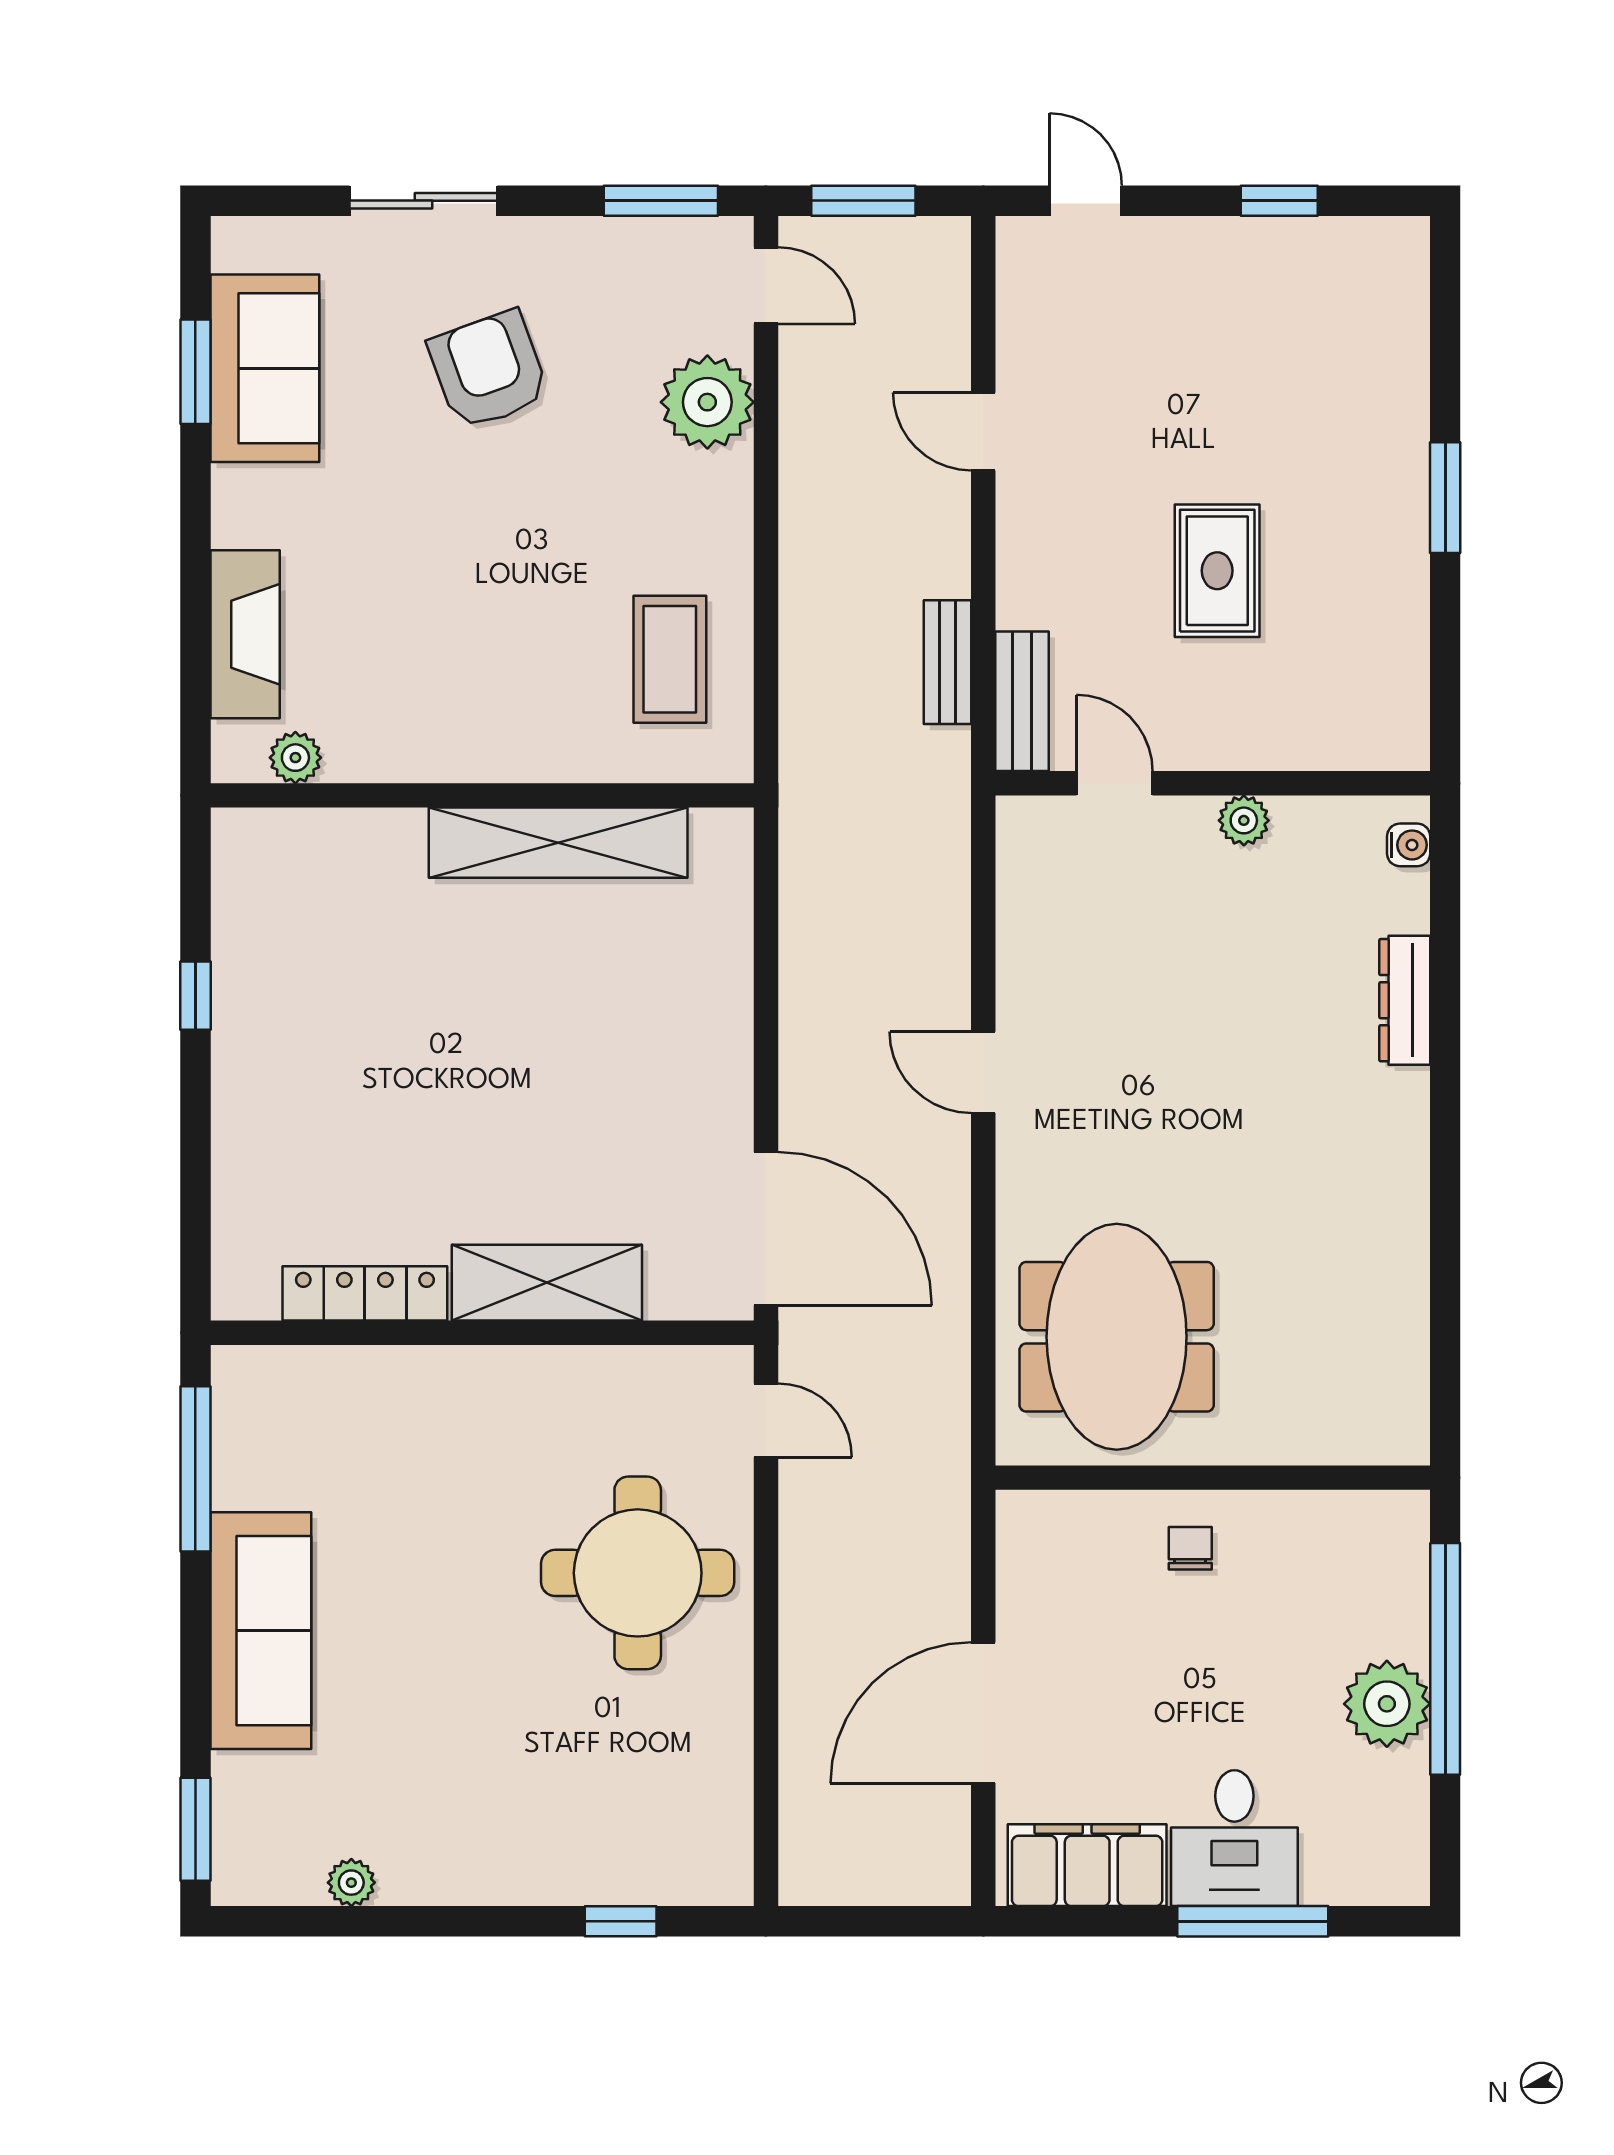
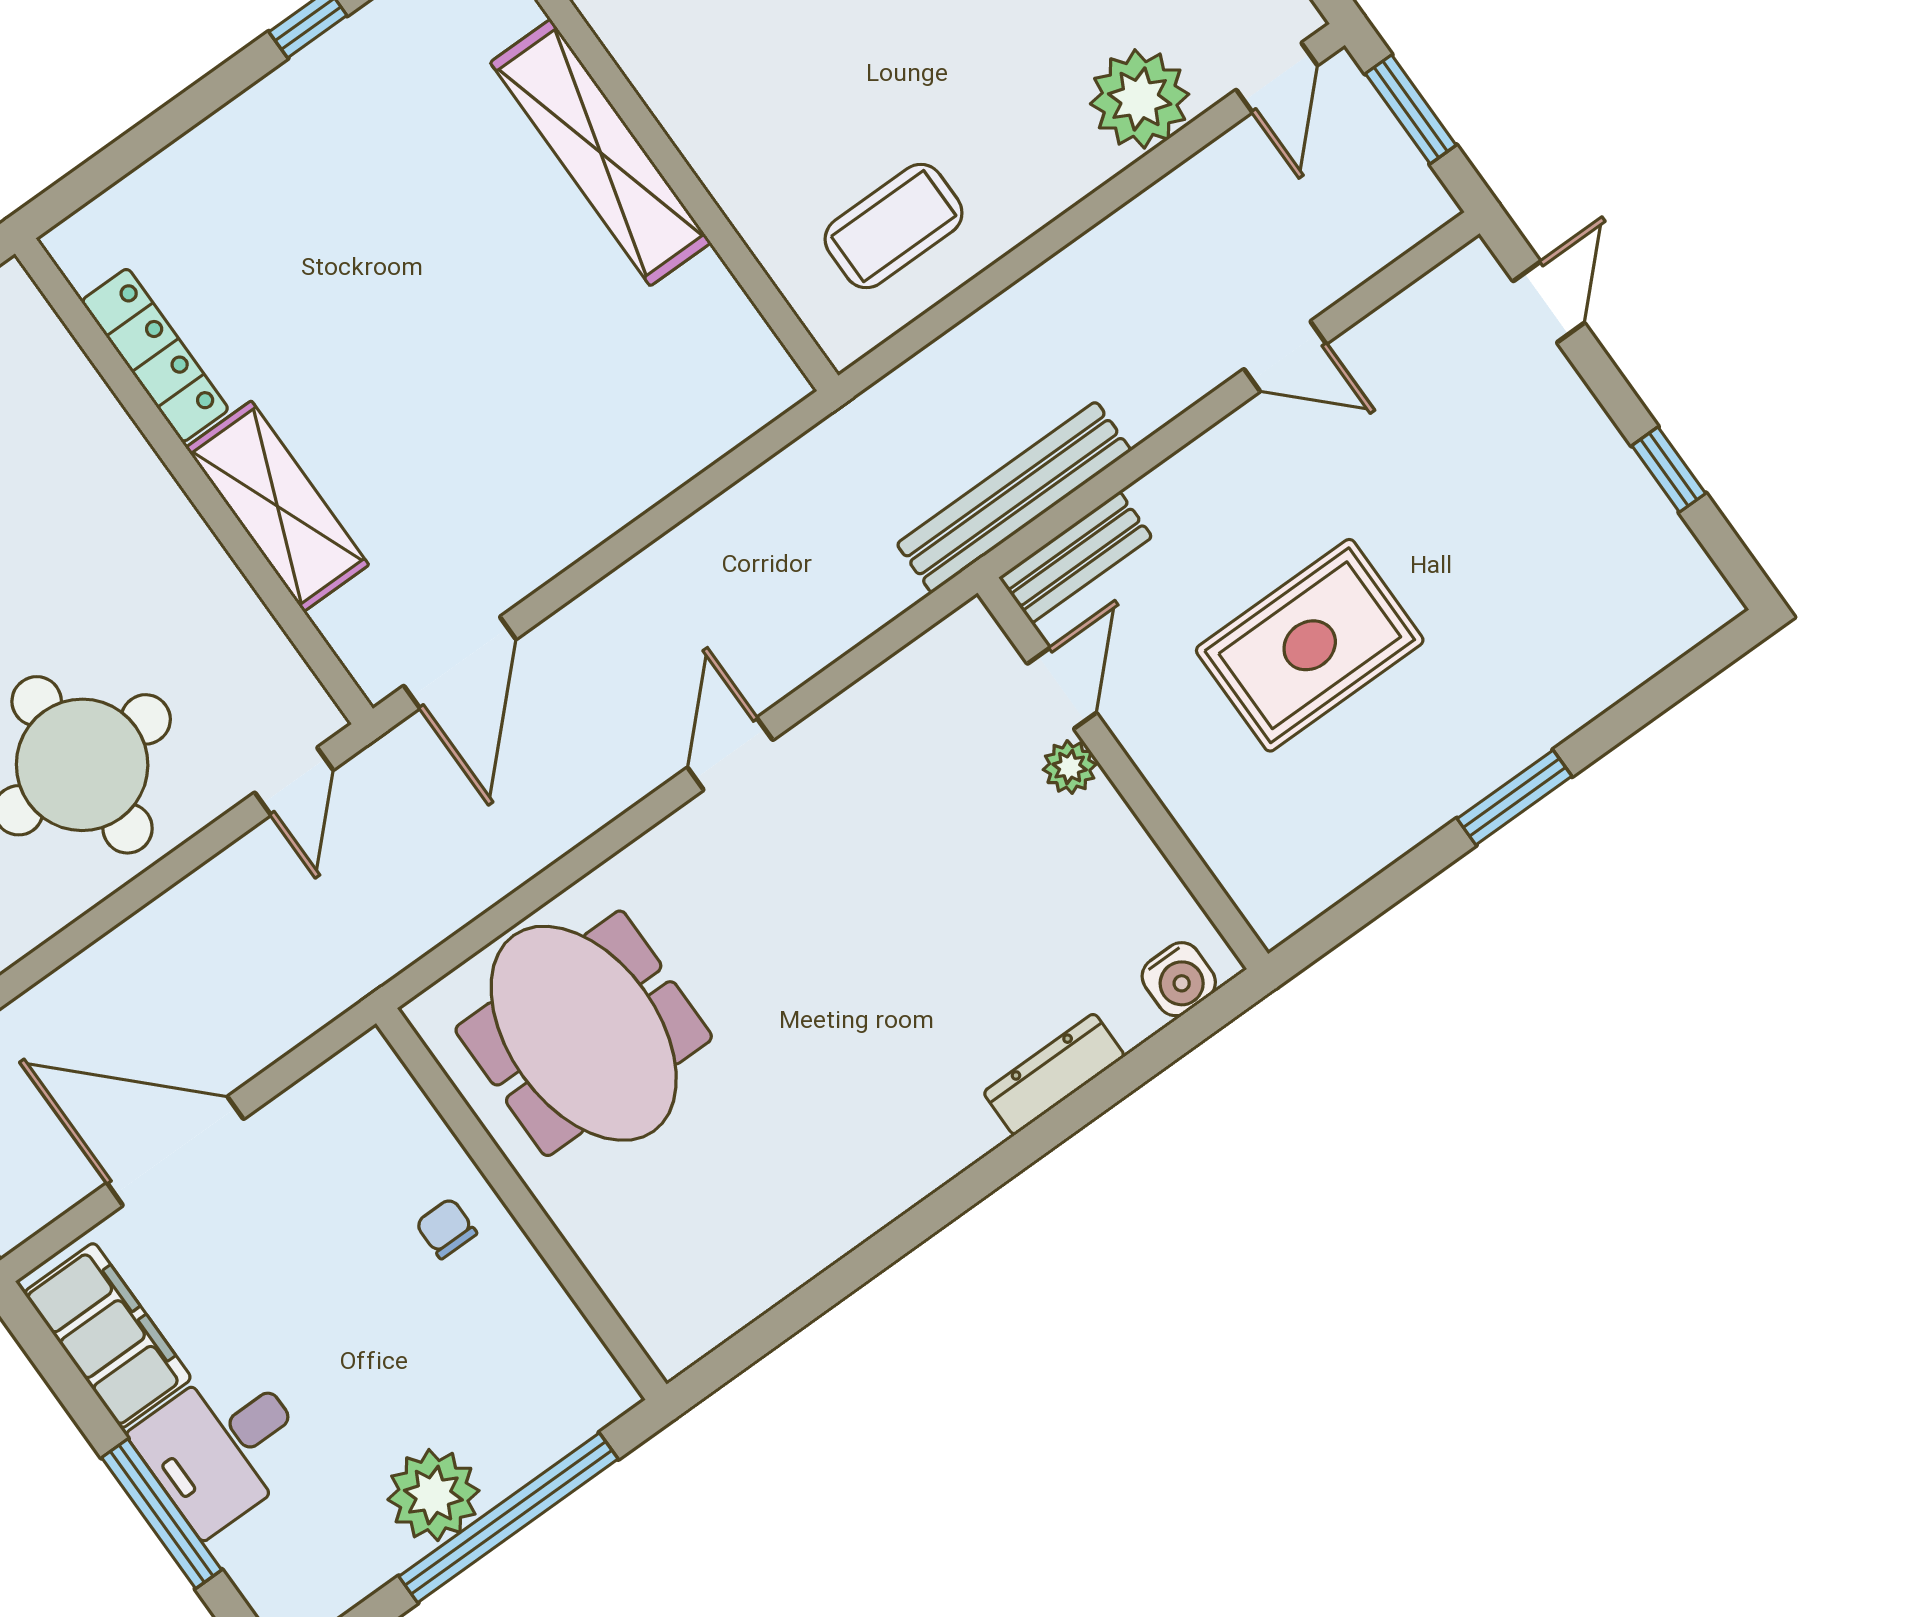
door: (983, 432) -> (1285, 356), swing flipped
rug: (1217, 571) -> (1310, 645), width x1.36, depth x1.43
bench: (948, 662) -> (1014, 497), width x1.86, depth x1.21
plant: (1244, 820) -> (1070, 767), moved
shelving: (558, 843) -> (601, 153), moved
water cooler: (1409, 845) -> (1179, 979), width x1.38, depth x1.38
door: (766, 1229) -> (460, 662), width x0.73
meeting table: (1117, 1337) -> (584, 1033), turned 90
chair: (1190, 1548) -> (446, 1228), turned -90

